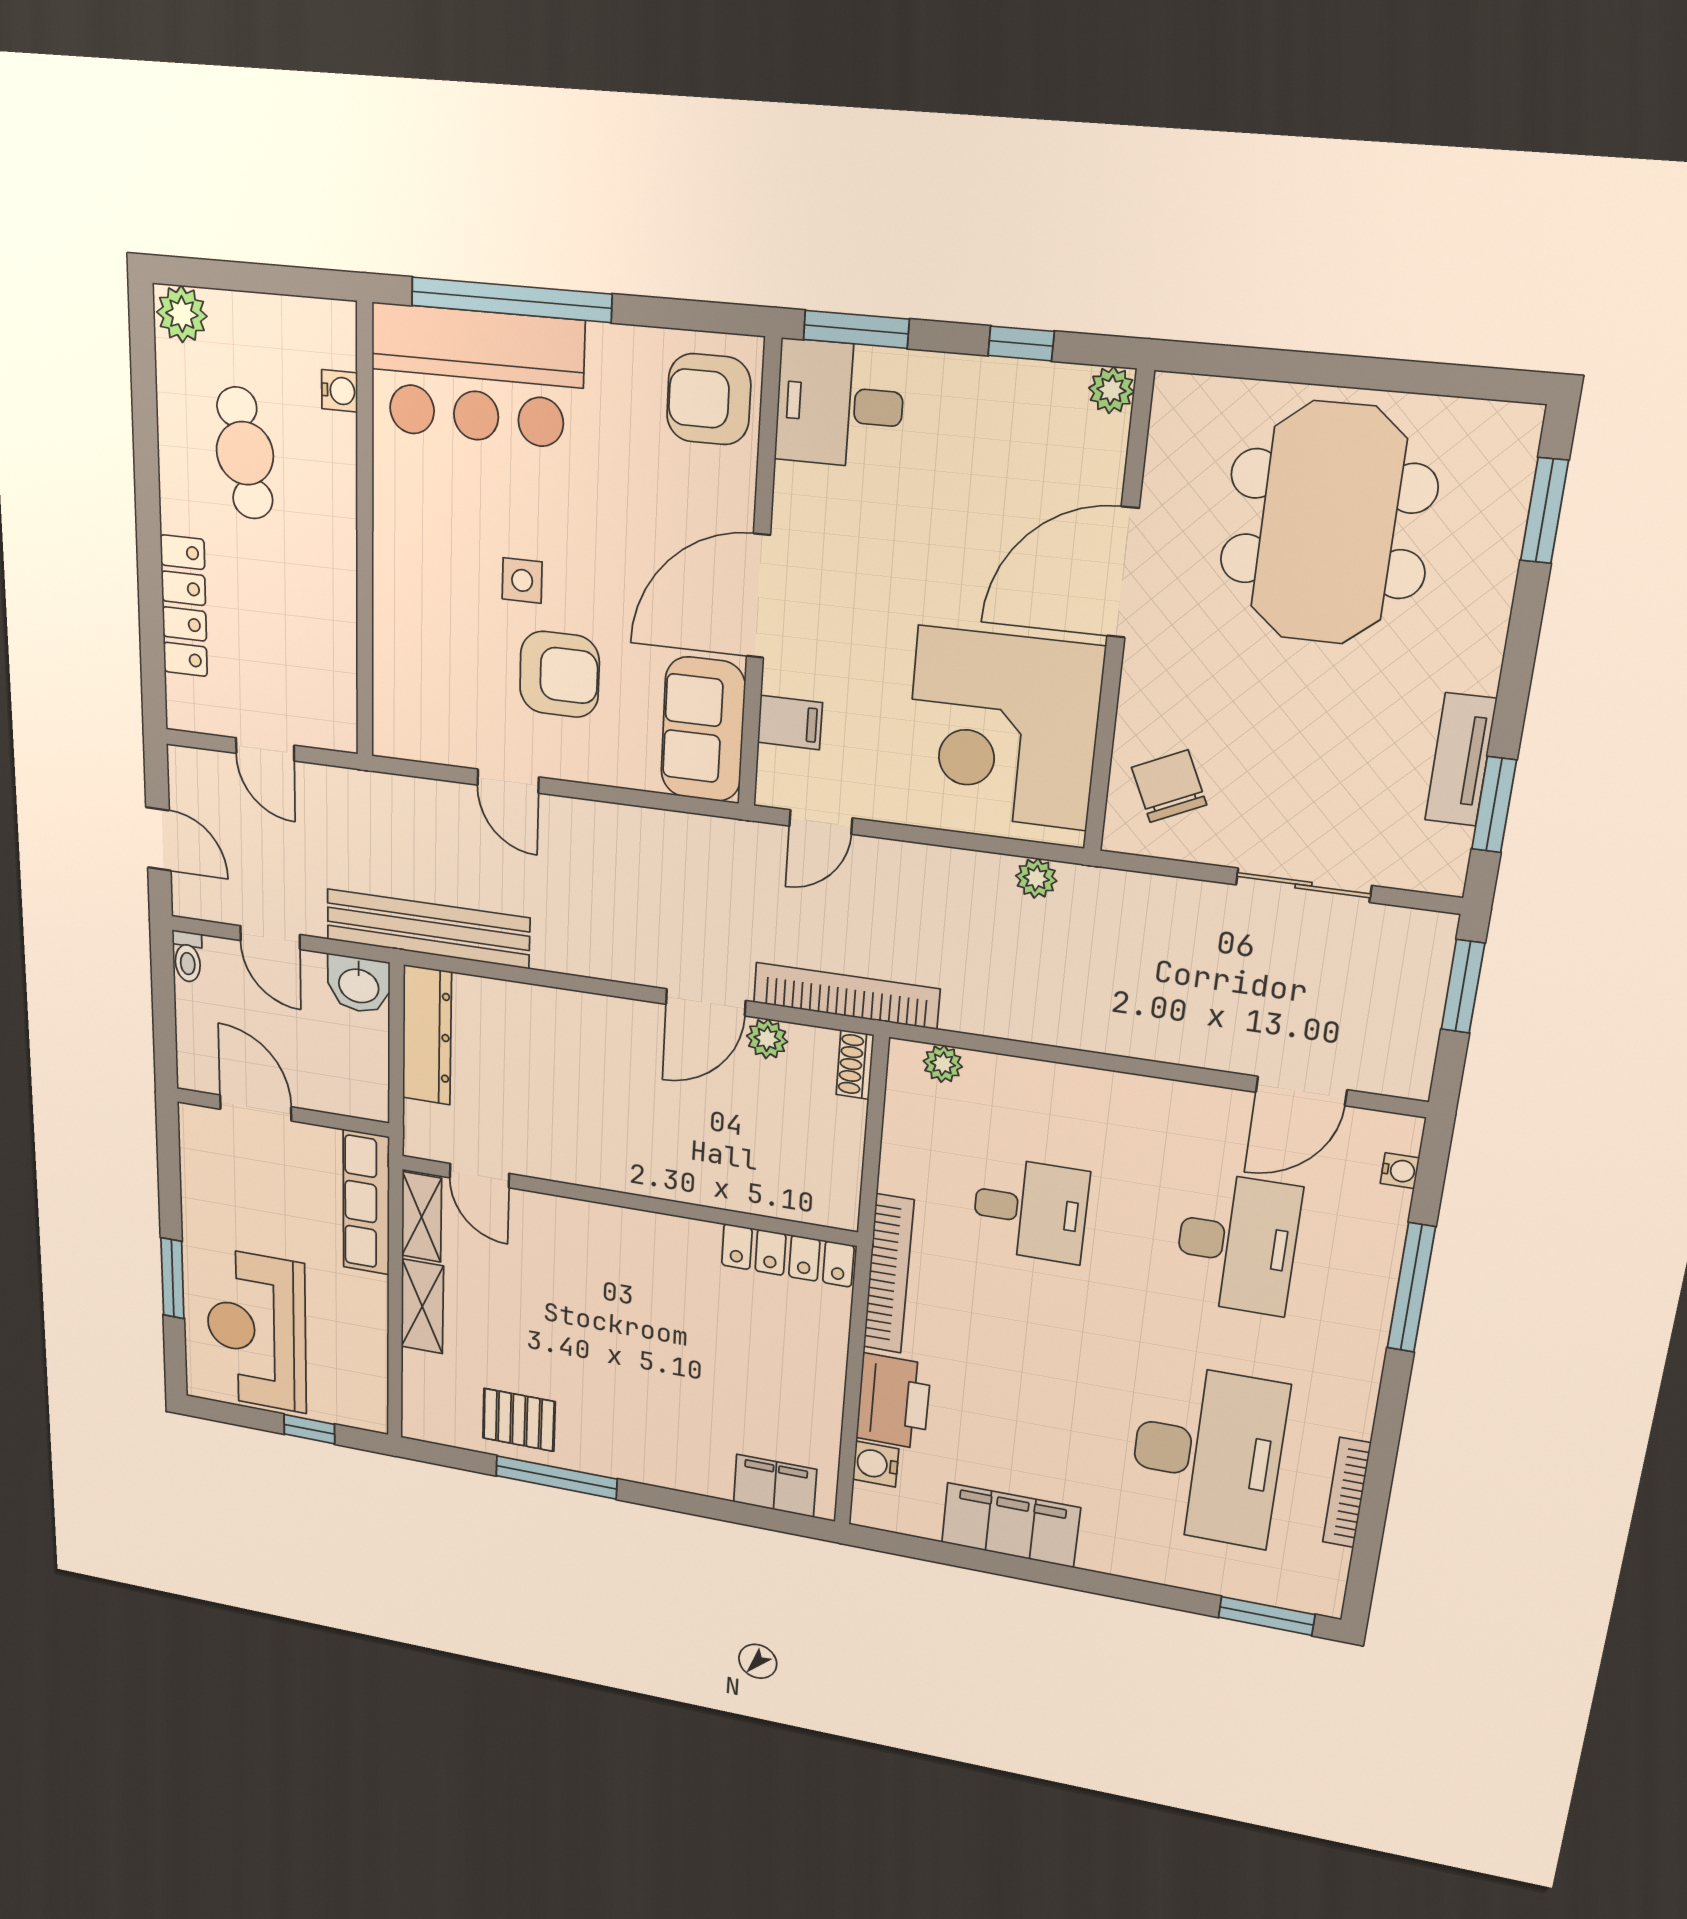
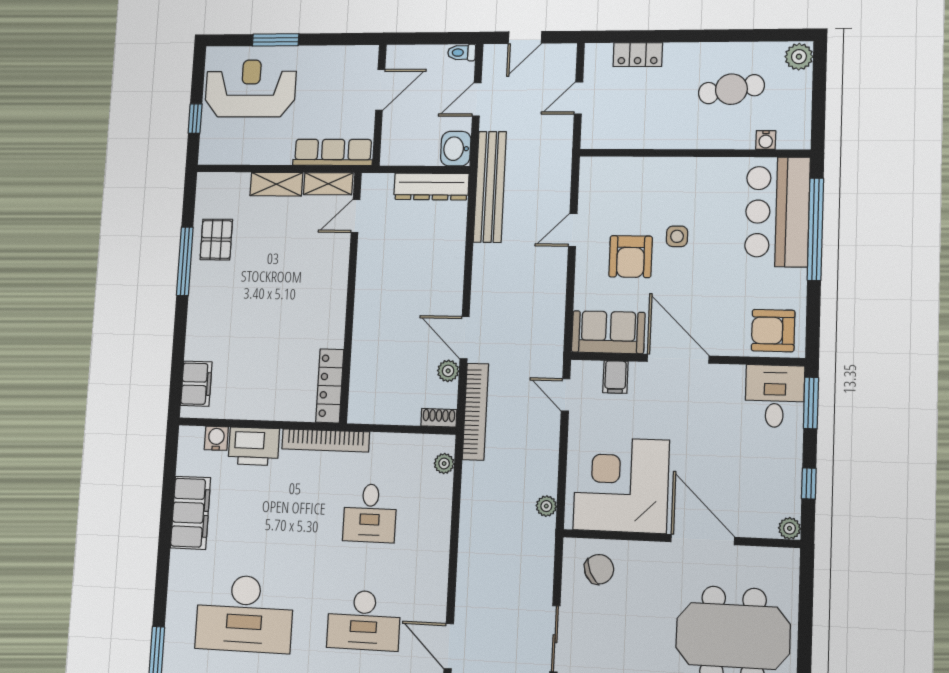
armchair: (709, 399) -> (773, 331), turned -90
locker: (184, 606) -> (638, 55), width x0.66

